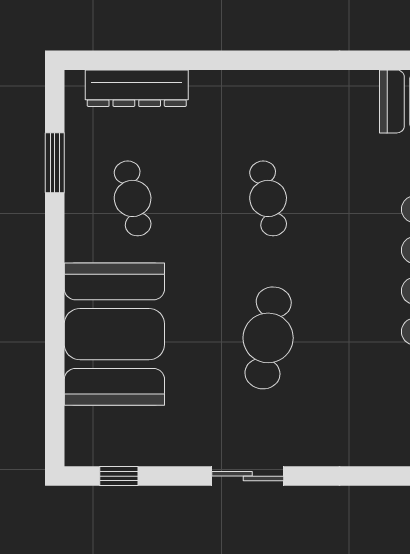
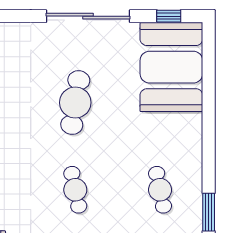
booth: (114, 334) -> (171, 67), moved
sliding door: (248, 476) -> (88, 16), width x1.86

